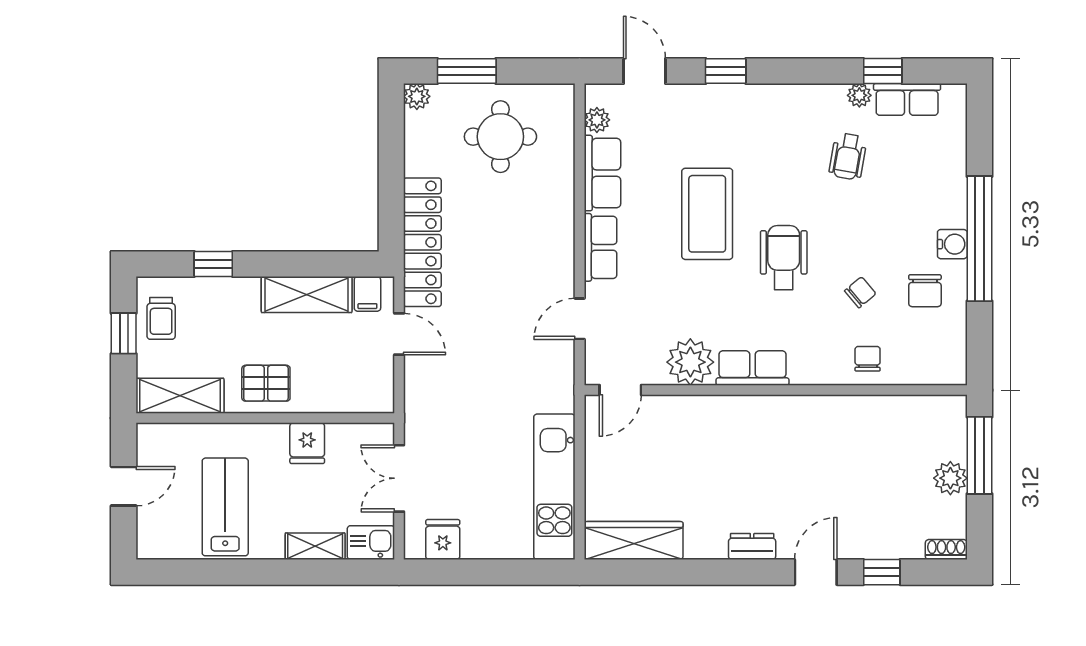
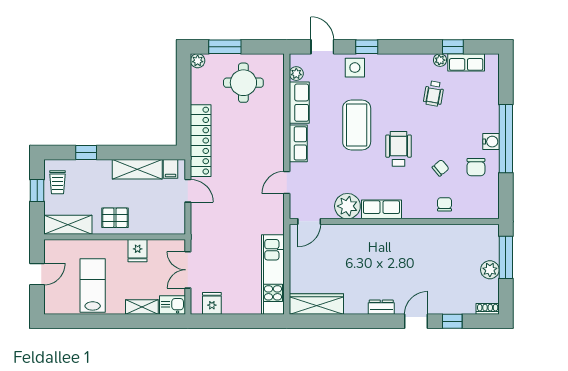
side table: (704, 109) -> (355, 68), added

